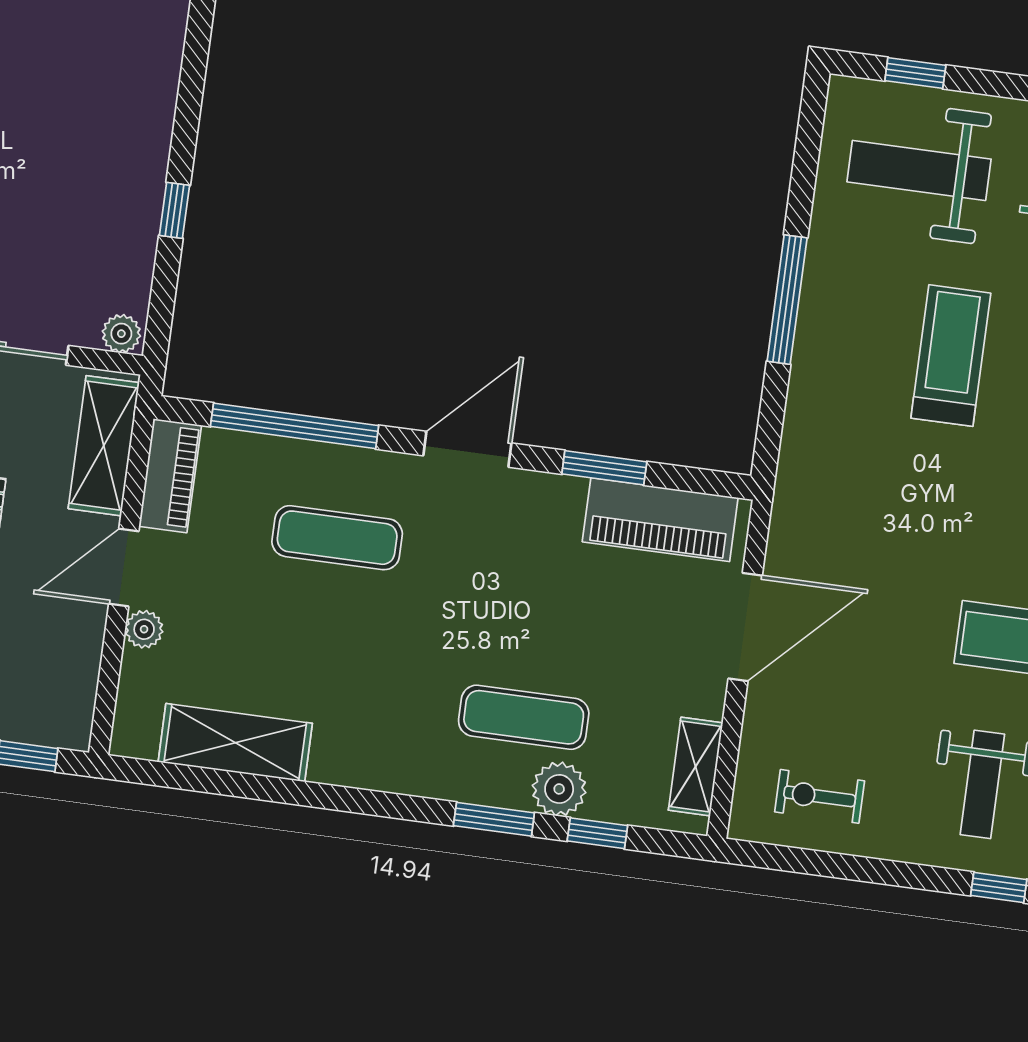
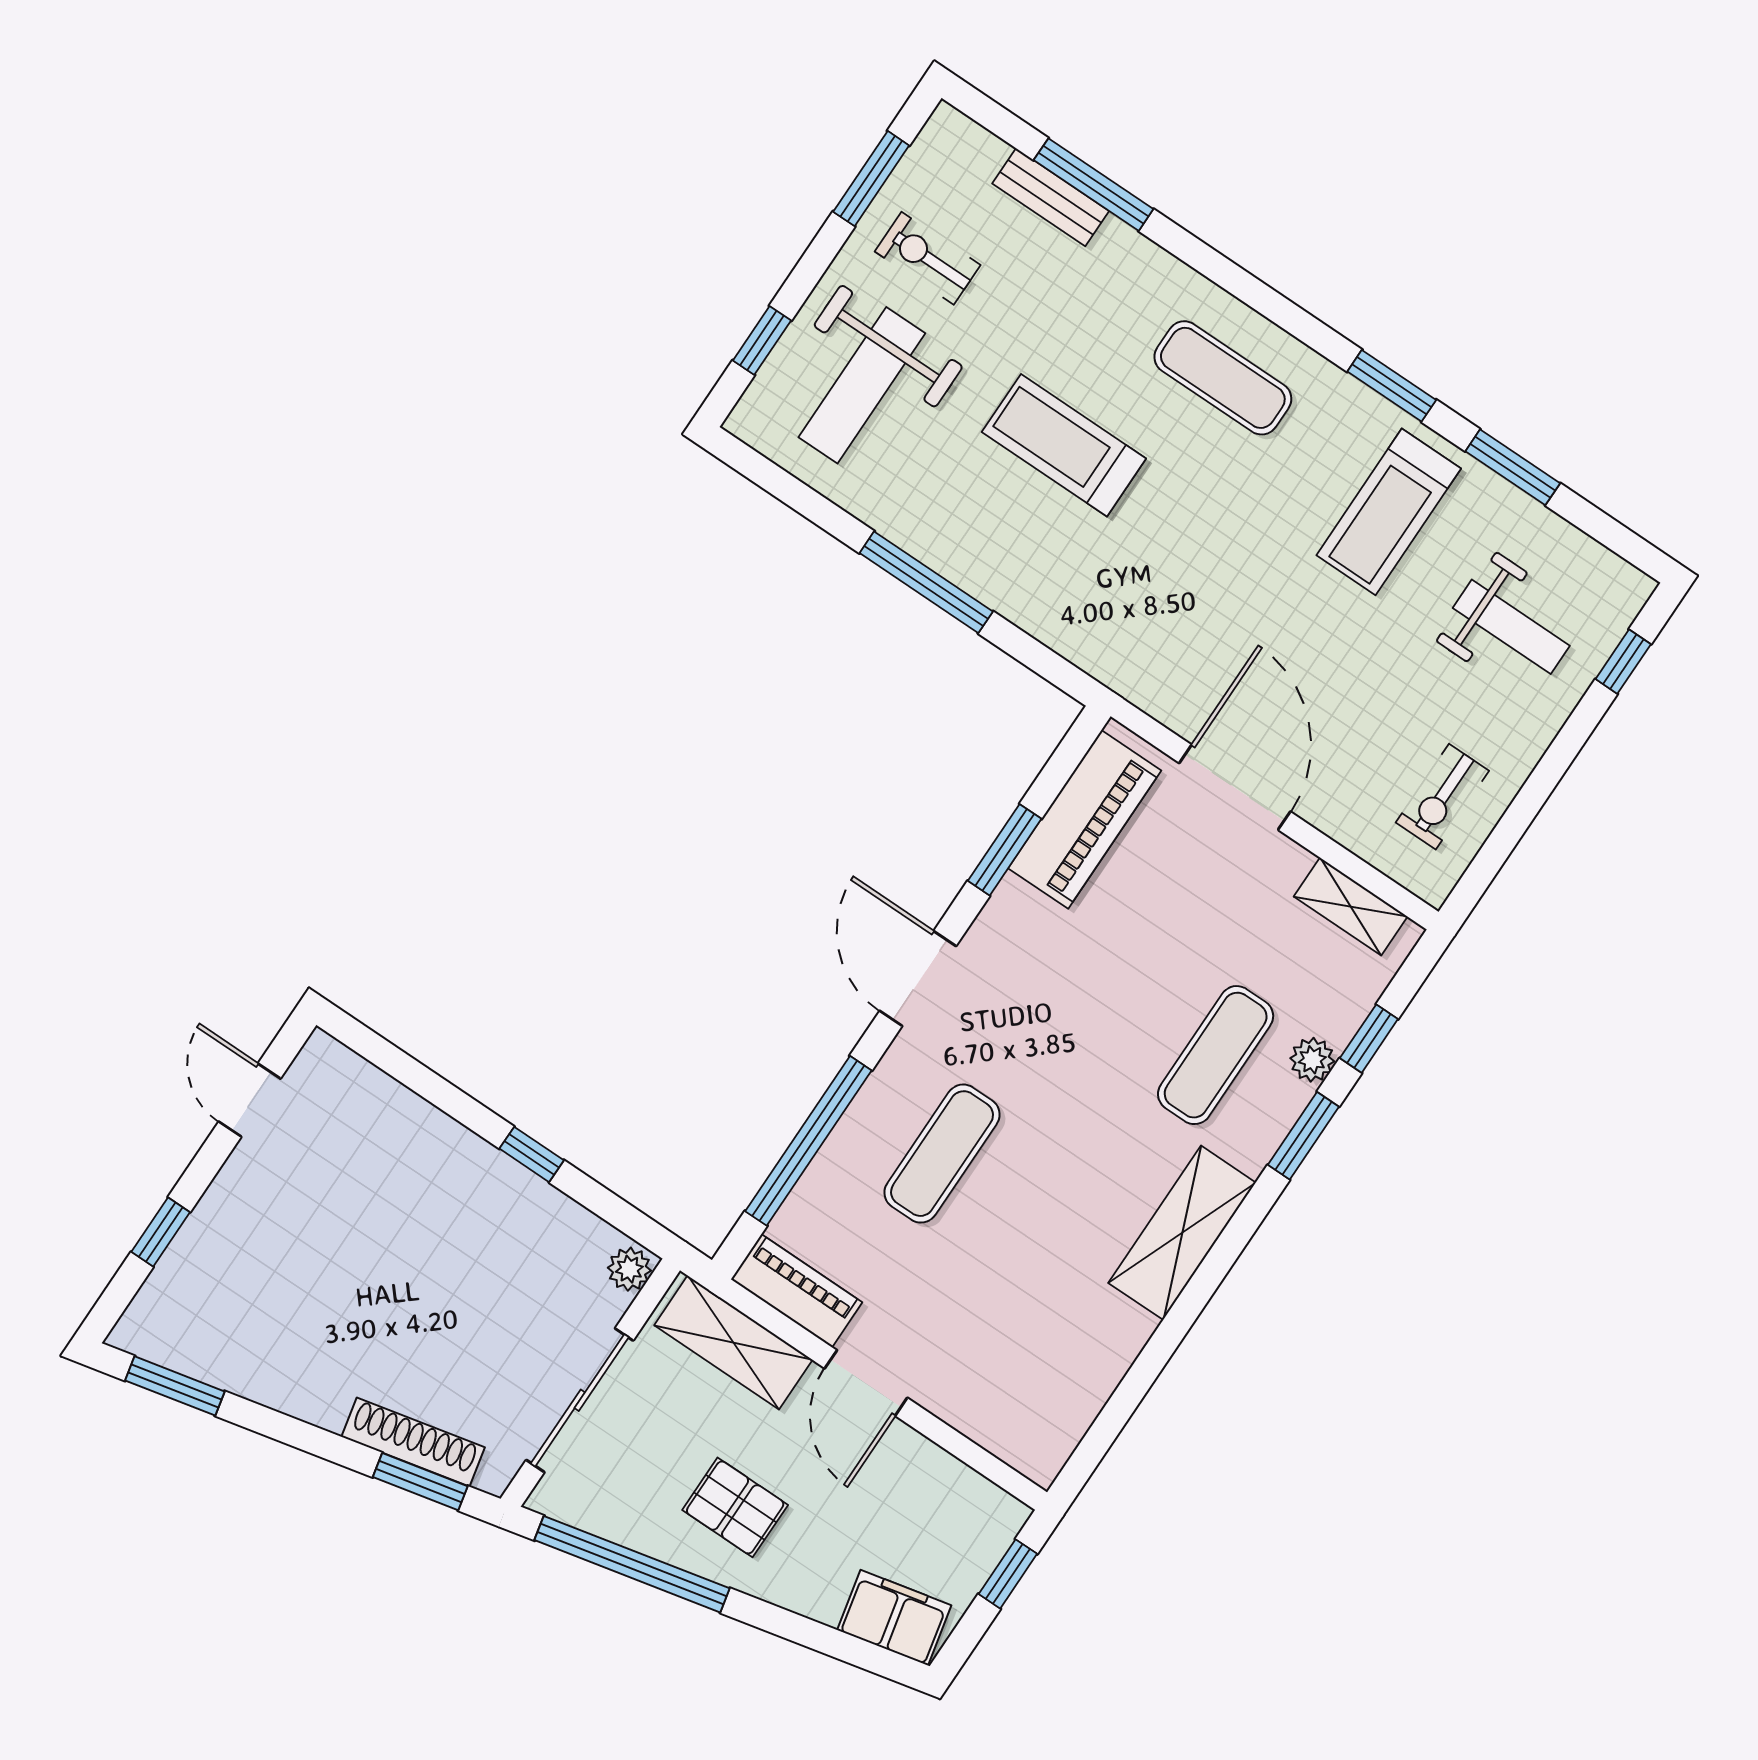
plant: (144, 629) -> (938, 1393), removed
shelving: (235, 743) -> (1182, 1233), moved
plant: (559, 789) -> (1312, 1060), width x0.73, depth x0.73

